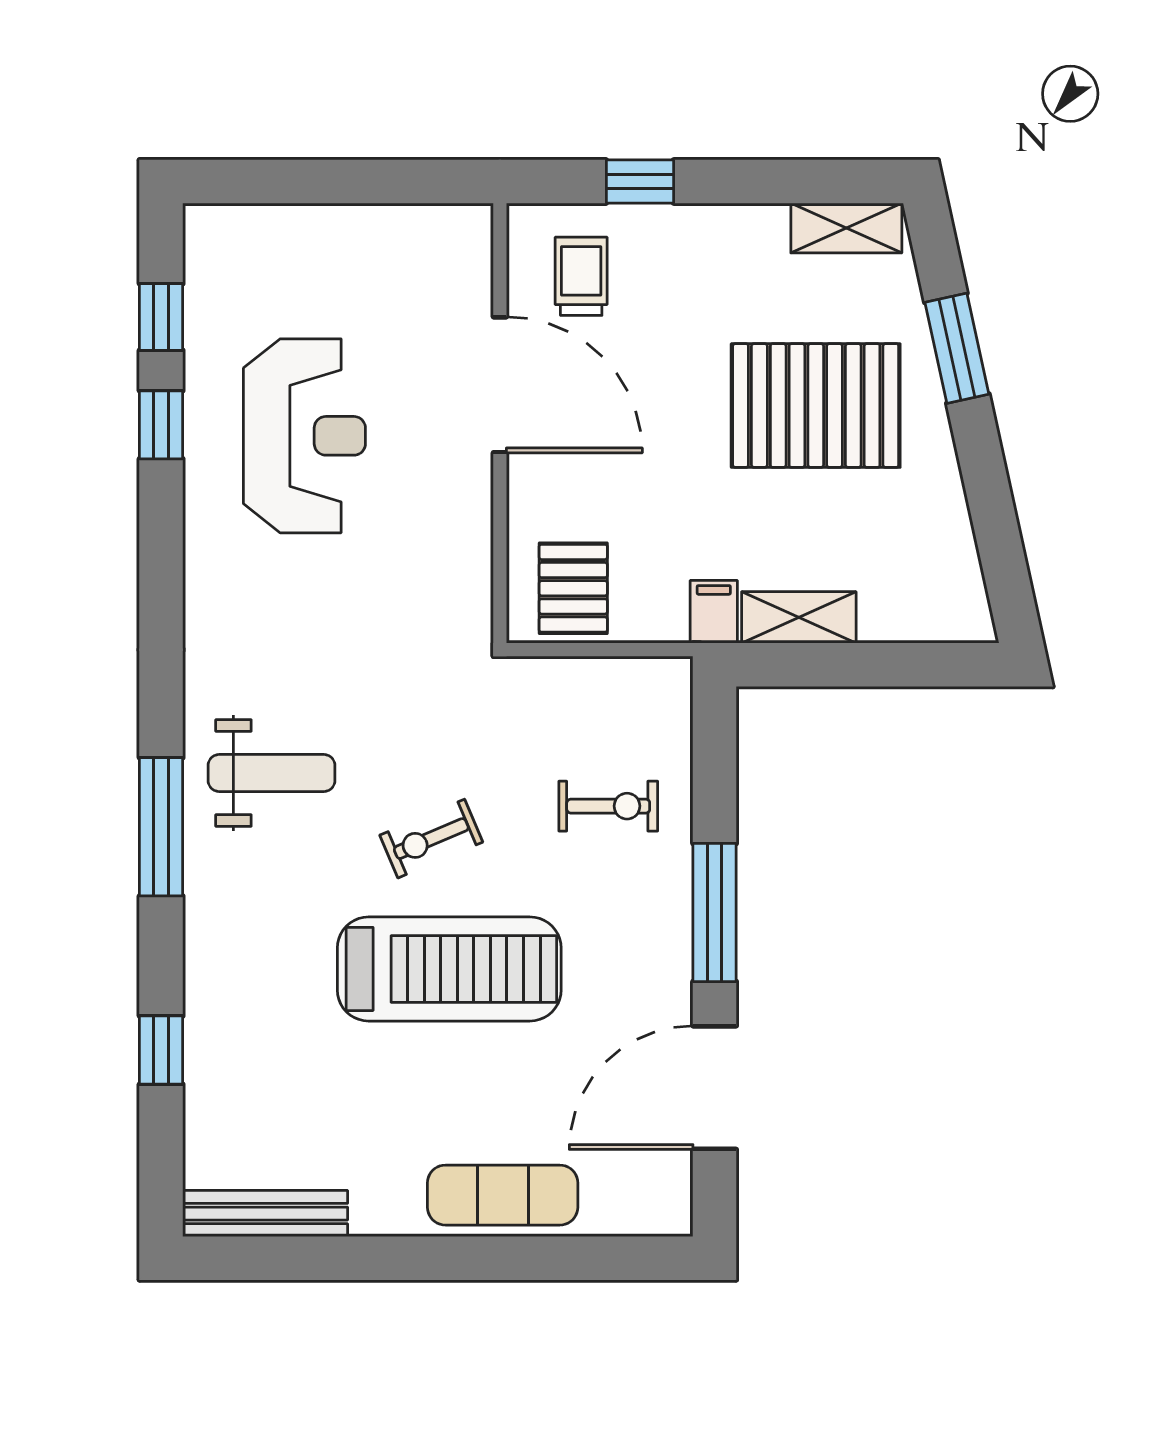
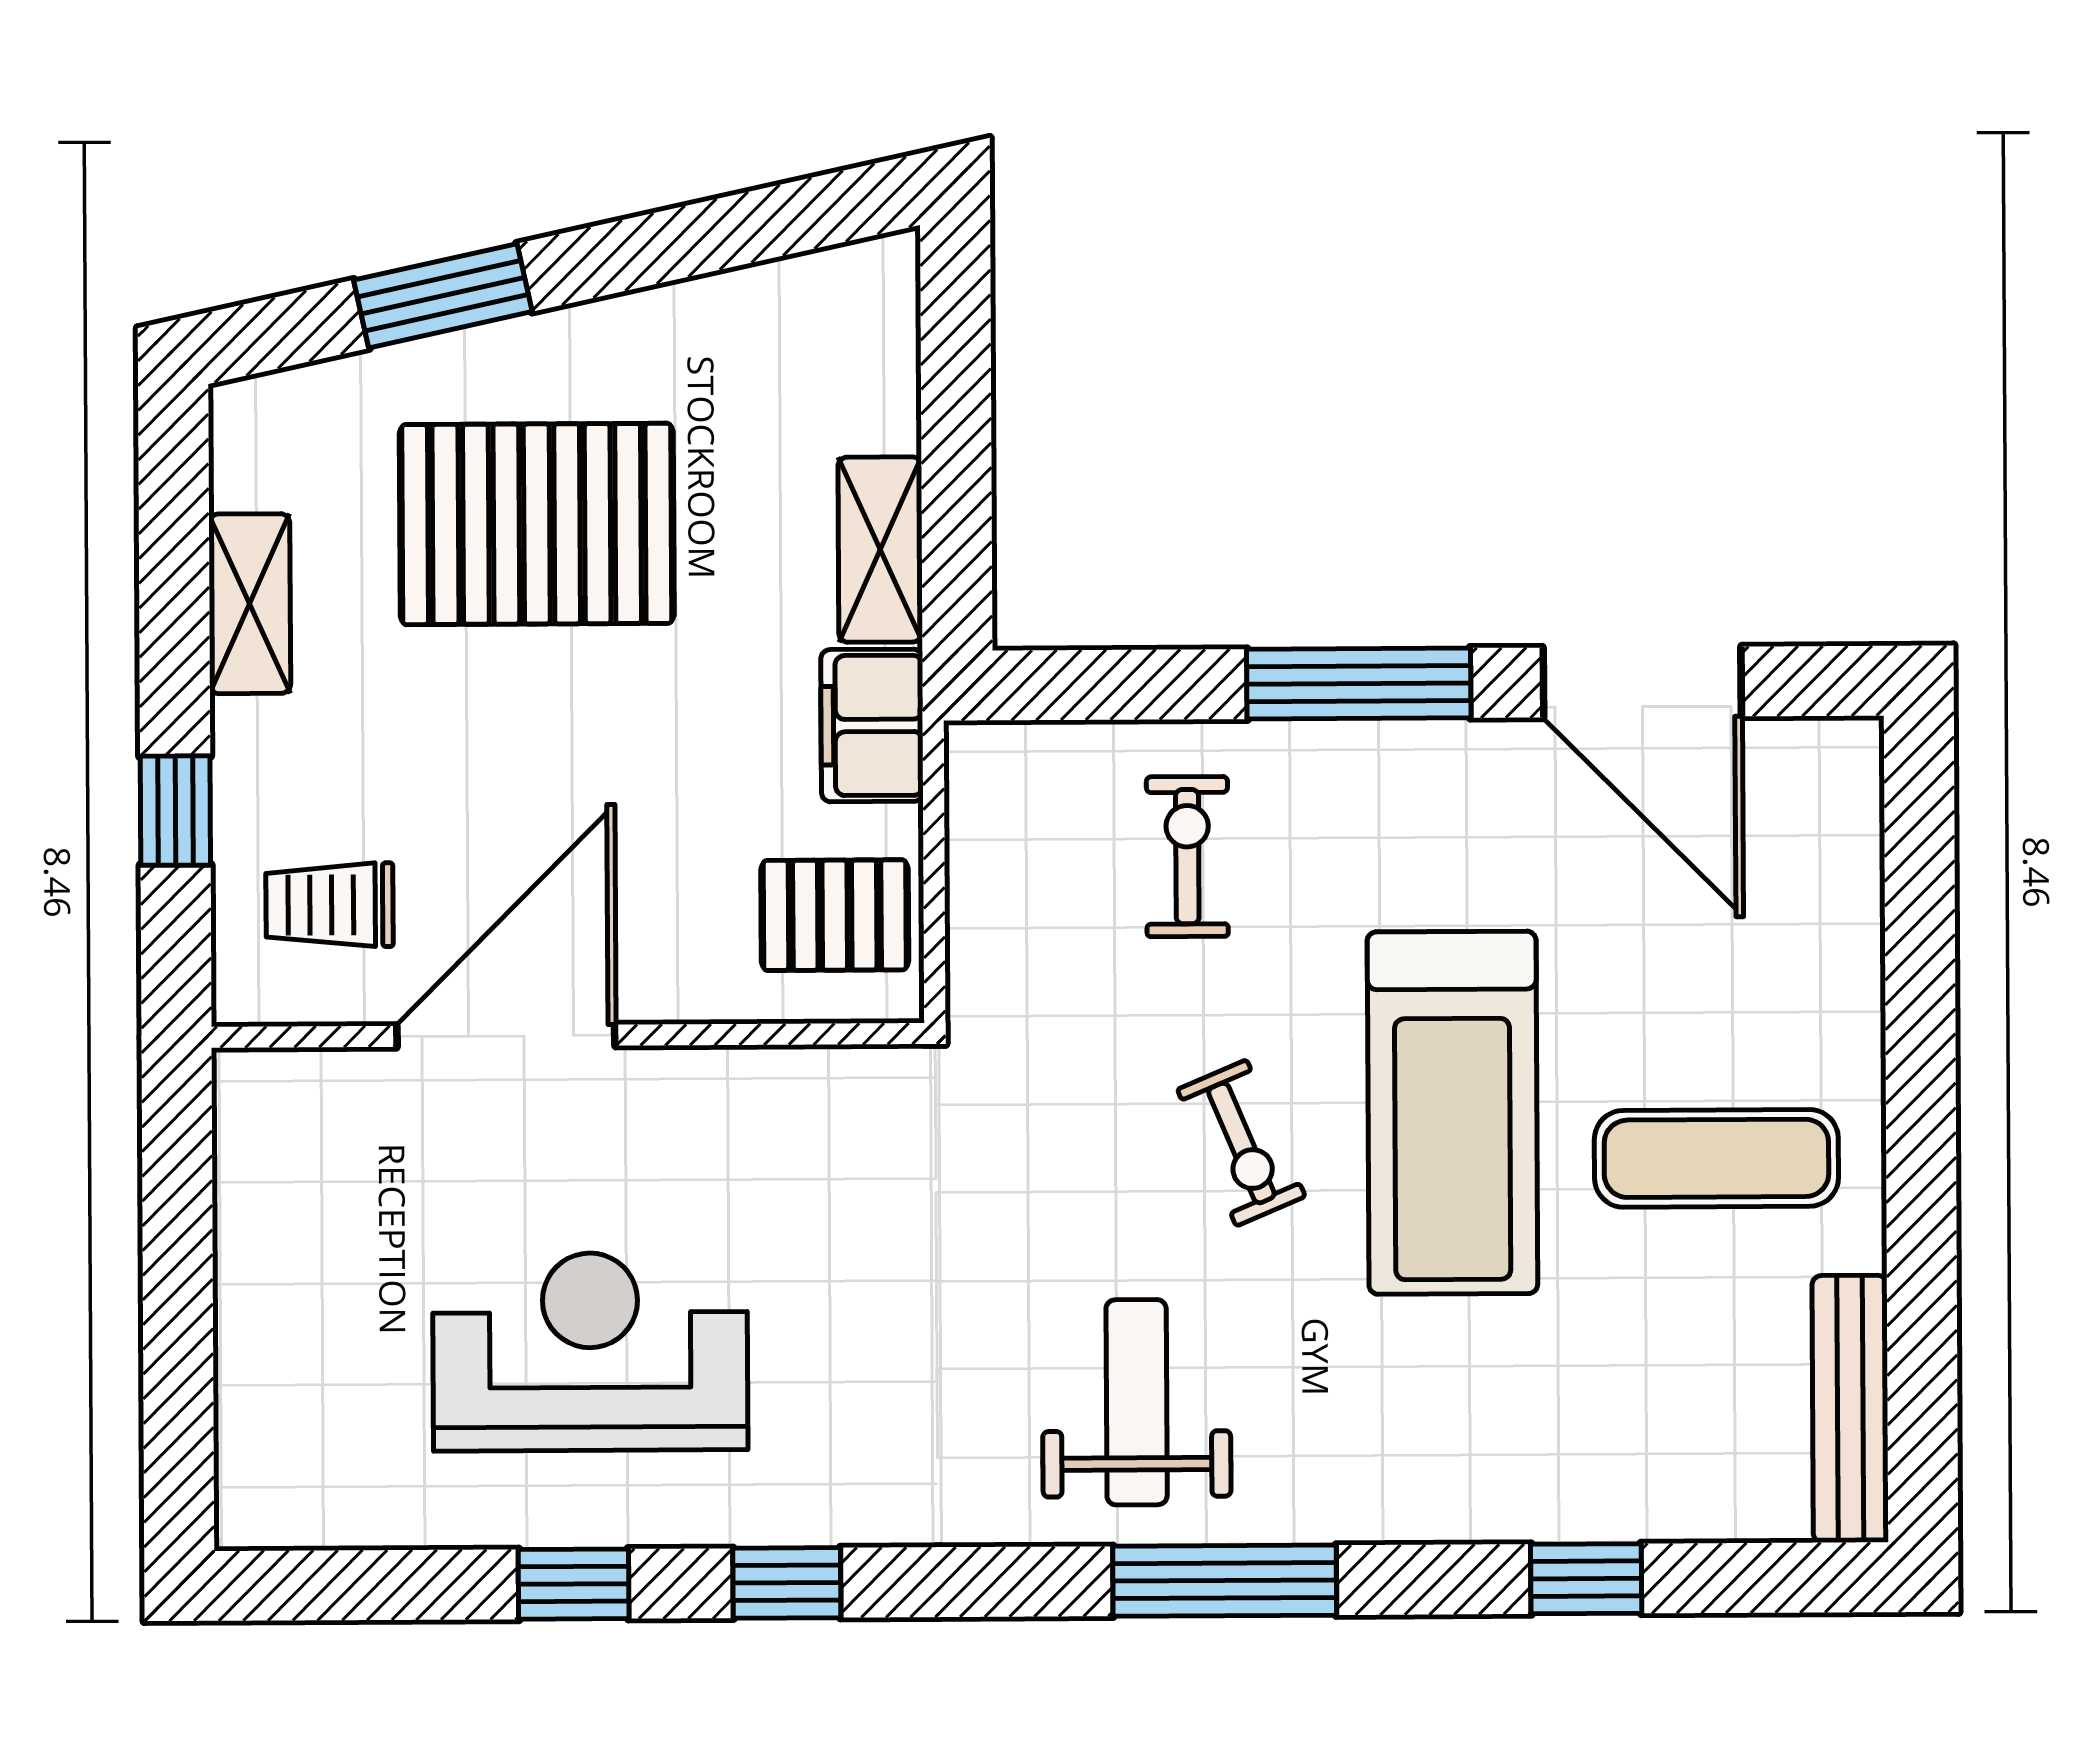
shelving: (846, 228) -> (250, 604), moved
window: (161, 317) -> (787, 1583), moved
pallet: (816, 406) -> (537, 524), turned 90
filing cabinet: (714, 612) -> (872, 725), width x2.00
treadmill: (449, 969) -> (1452, 1113), turned 180
exercise mat: (503, 1195) -> (1716, 1158), moved, turned 90

